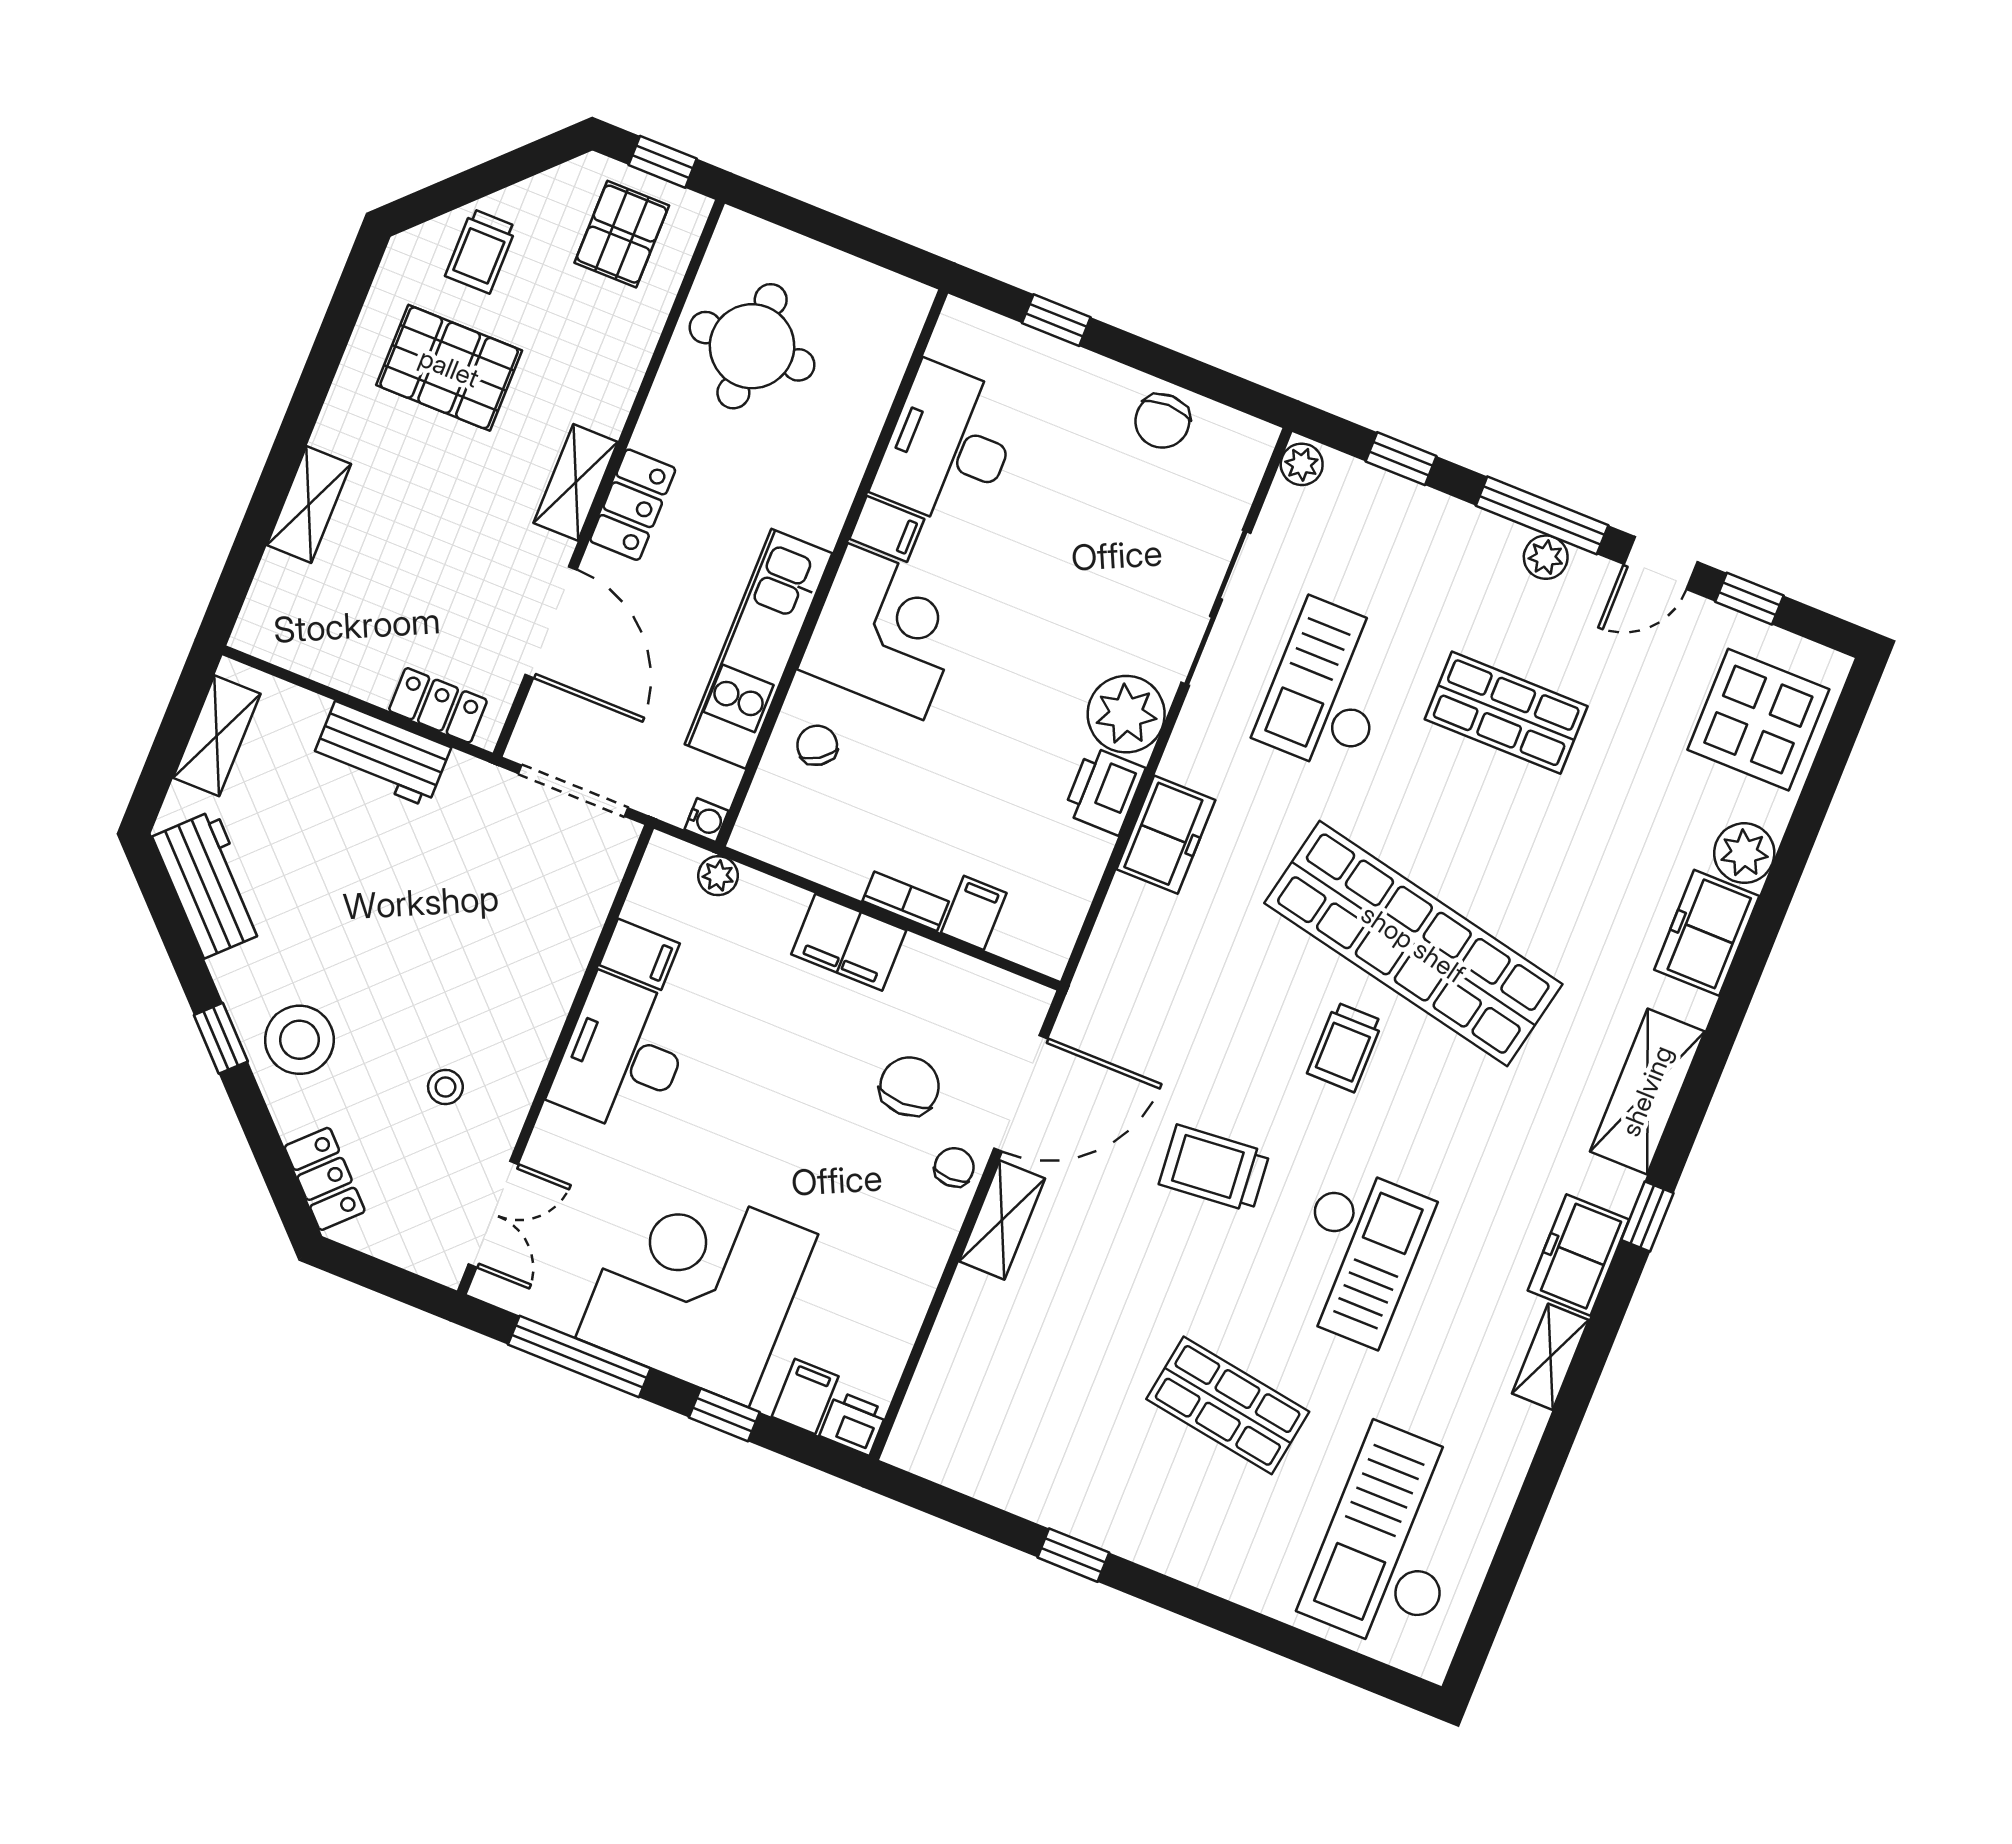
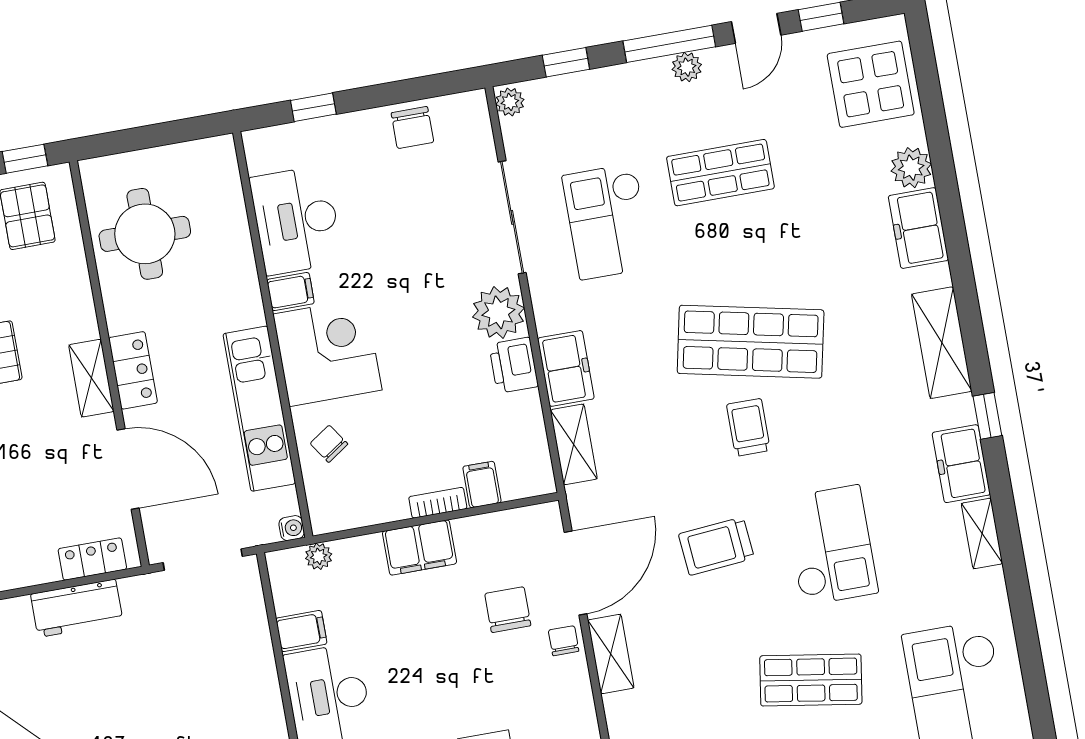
shelving: (1117, 934) -> (574, 444), added
shop shelf: (1413, 944) -> (751, 342), width x0.71
trolley: (1345, 1047) -> (748, 427), turned 180

